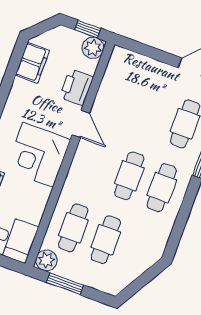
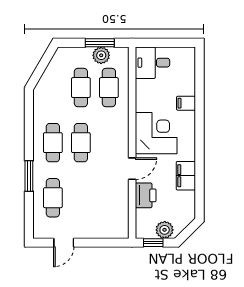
plant: (93, 48) -> (165, 230), moved
filing cabinet: (32, 63) -> (186, 176), moved
door: (81, 124) -> (132, 169), swing flipped
plant: (46, 260) -> (101, 55), moved

